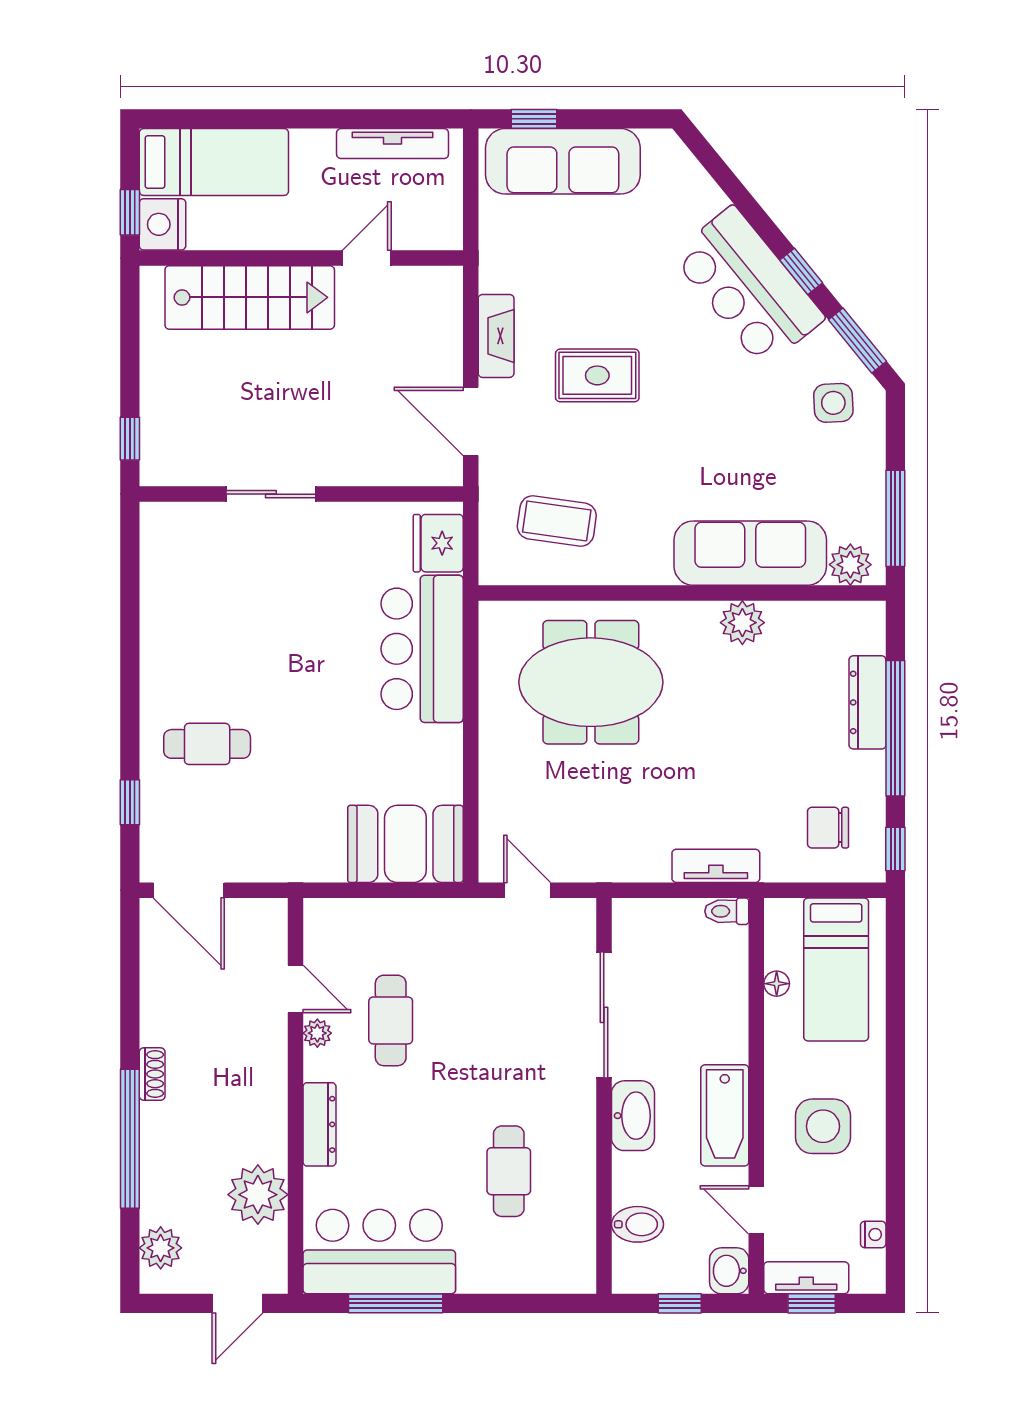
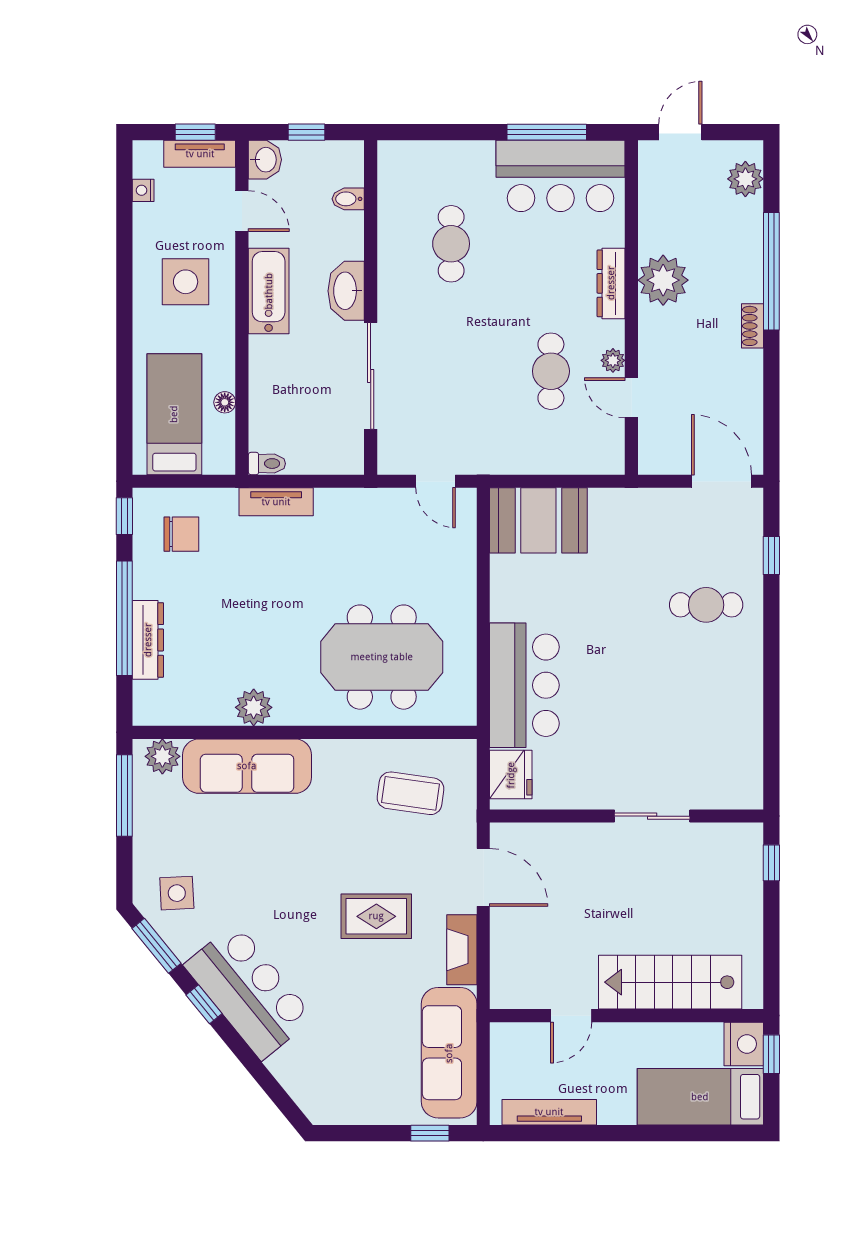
sofa: (563, 161) -> (449, 1053), moved, turned -90
plant: (258, 1195) -> (663, 280), moved
bidet: (637, 1224) -> (348, 199), width x0.72, depth x0.74

